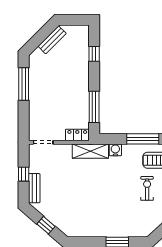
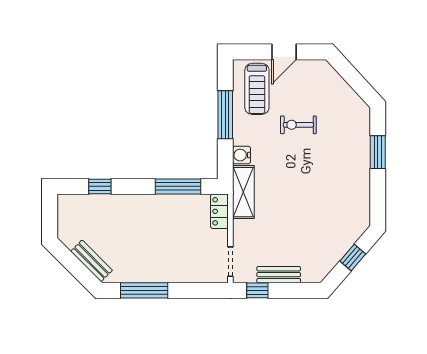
bench: (52, 40) -> (92, 261), moved
window: (24, 174) -> (257, 290), moved
bench: (34, 188) -> (279, 275), moved
exercise bike: (147, 188) -> (298, 125), moved

